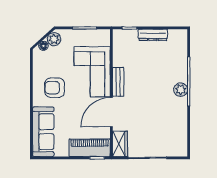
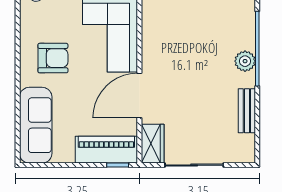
bench: (118, 82) -> (247, 111), moved
armchair: (55, 88) -> (53, 58), turned 180

